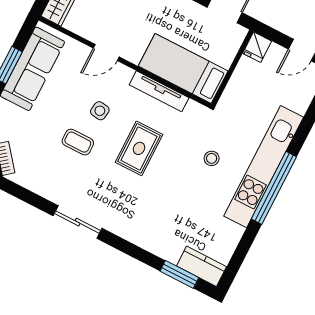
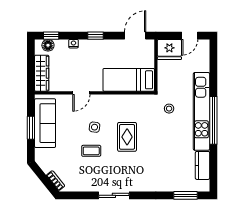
fridge: (257, 47) -> (169, 49), width x1.88, depth x1.34
tv unit: (159, 91) -> (122, 99), removed
stool: (212, 158) -> (169, 109), moved
kitchen counter: (201, 266) -> (202, 165), moved, turned -90

